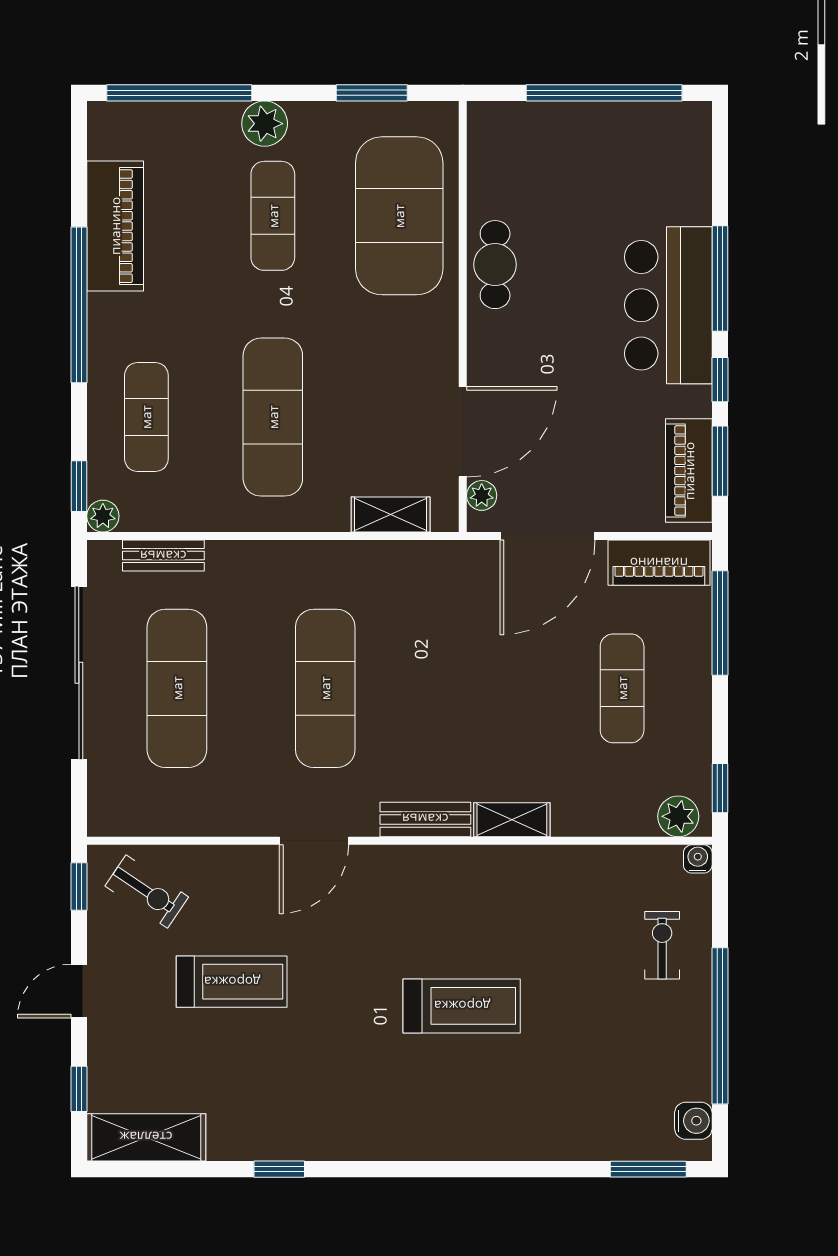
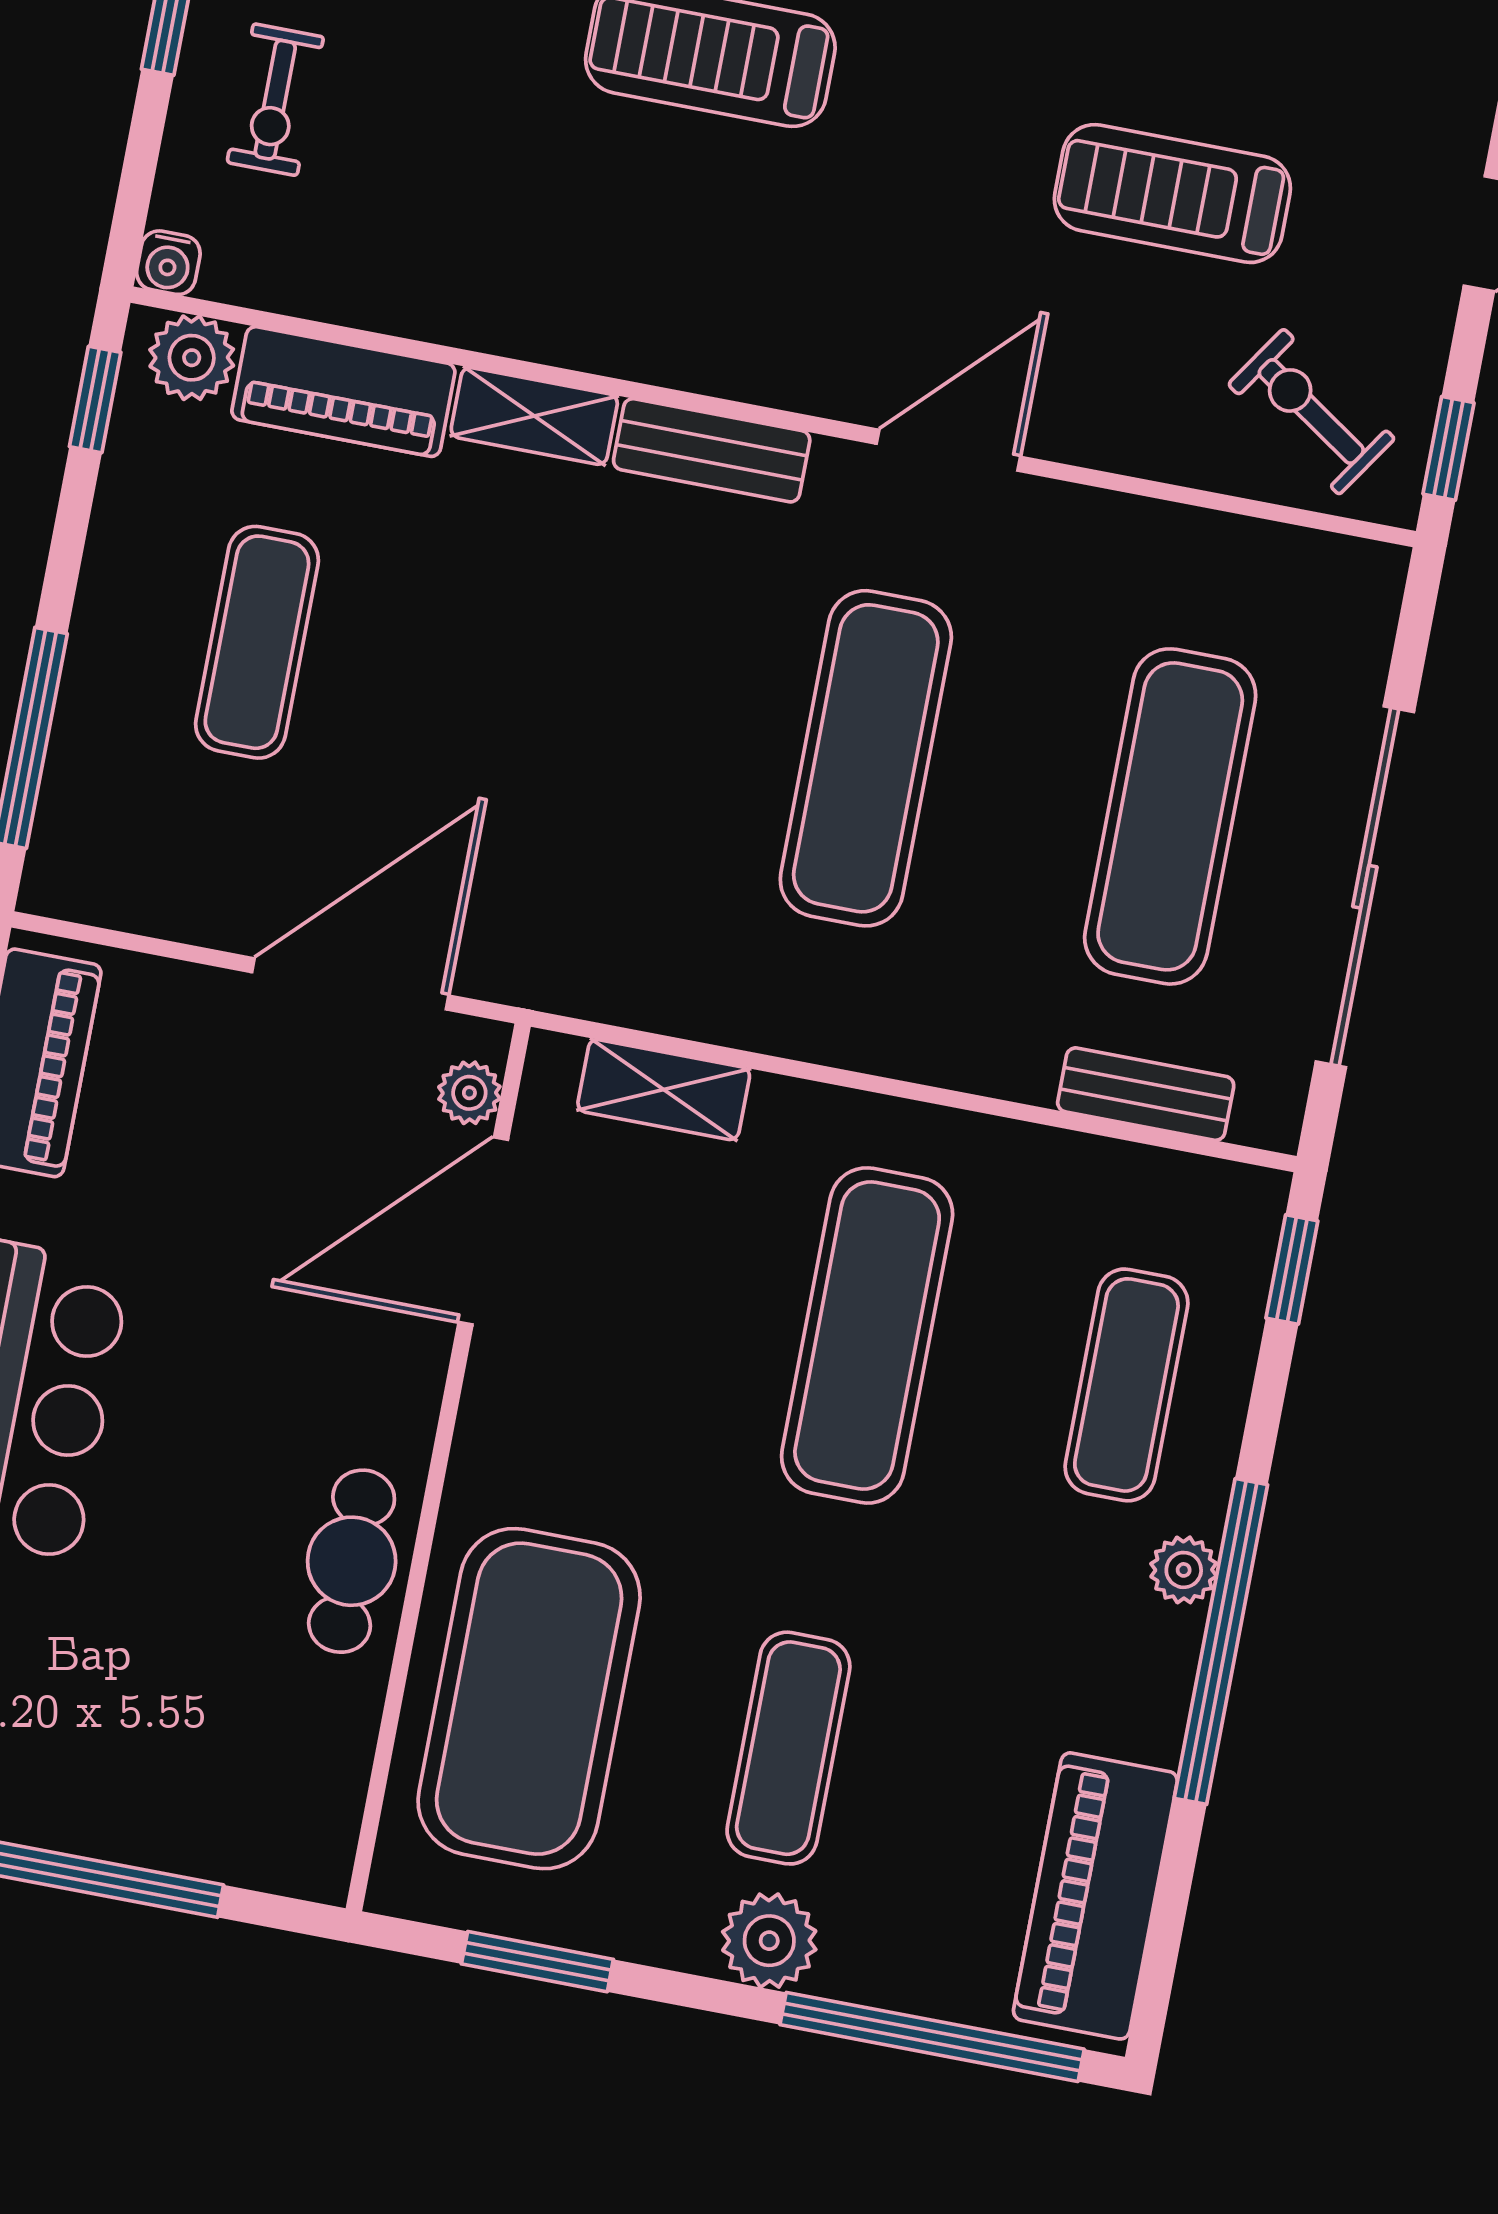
piano: (115, 226) -> (1095, 1896), moved
plant: (103, 516) -> (1184, 1570), moved
piano: (659, 563) -> (343, 392), moved, turned 180

